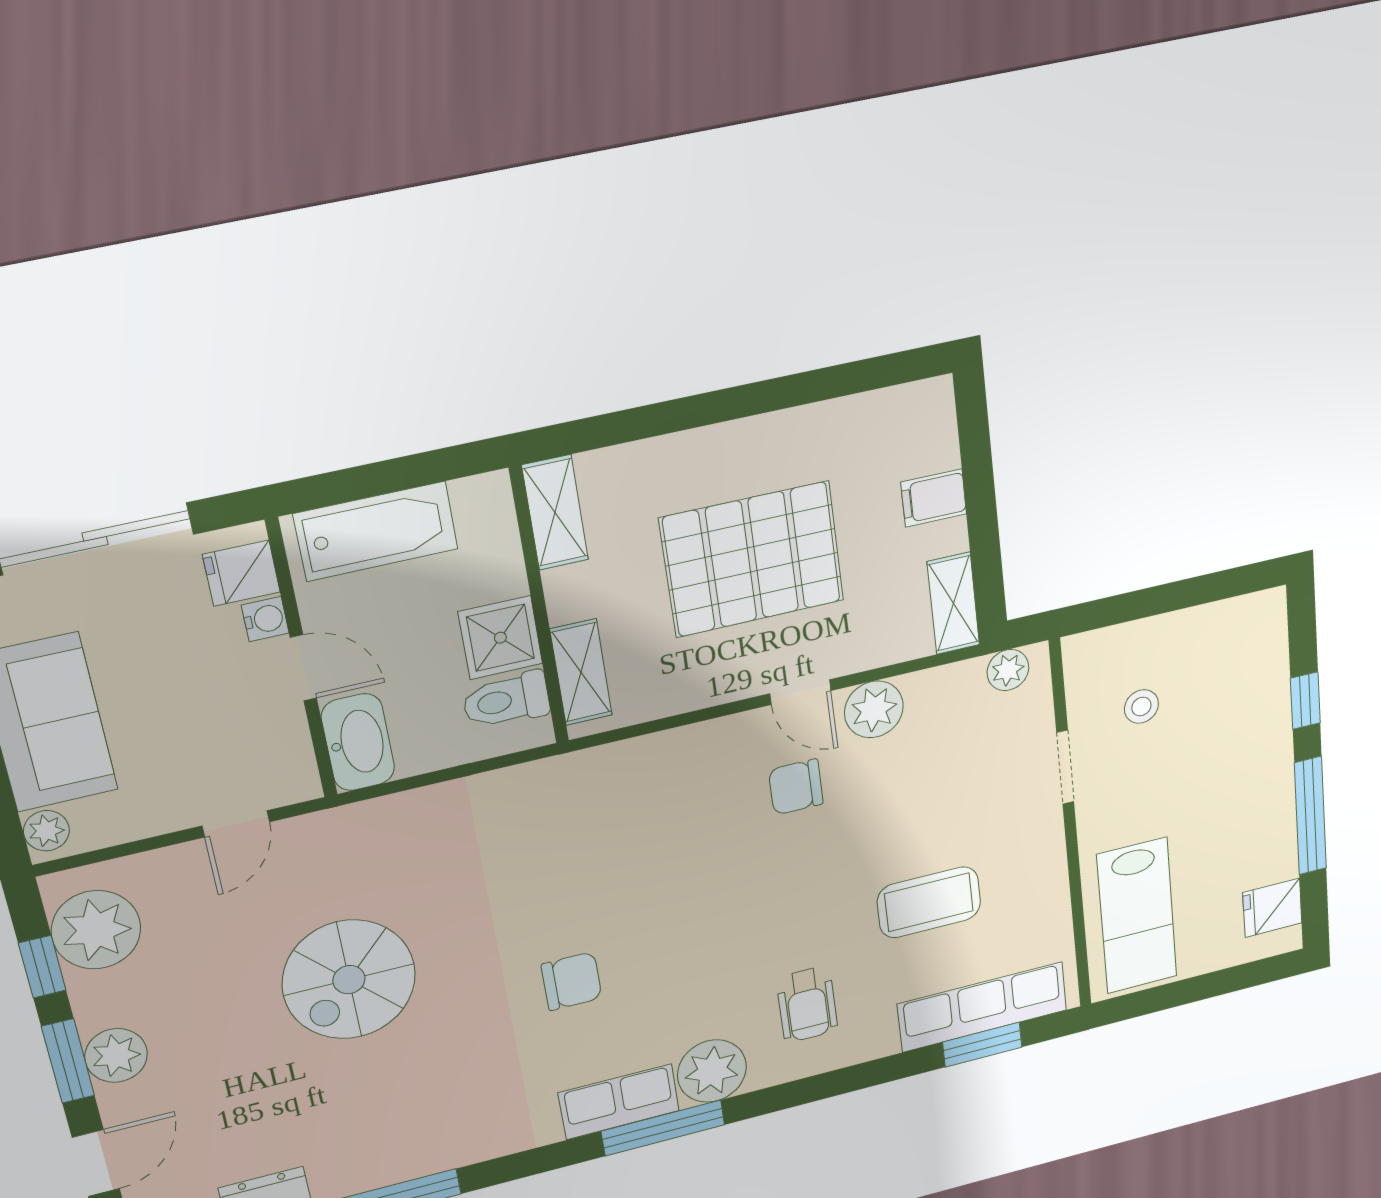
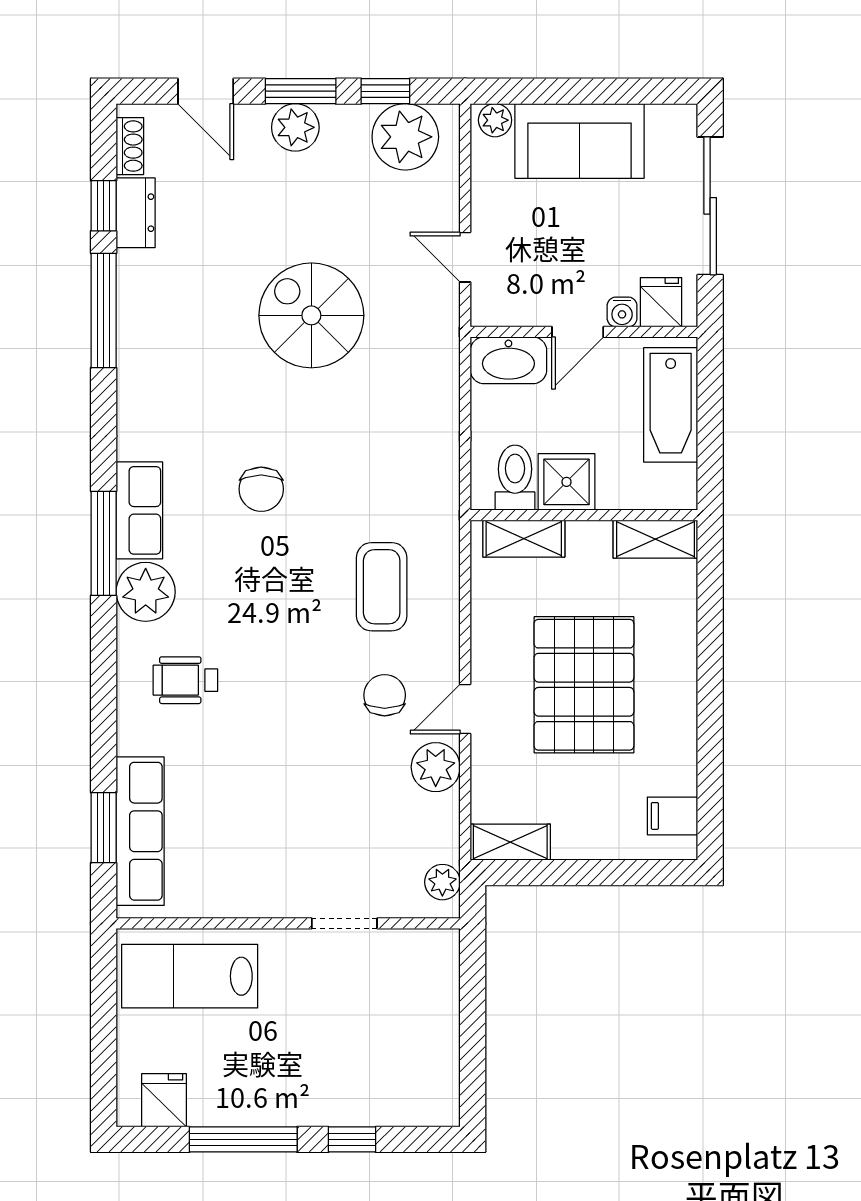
filing cabinet: (934, 498) -> (672, 816), moved, turned -90
stool: (1141, 706) -> (382, 994), removed
coffee table: (929, 902) -> (382, 587), moved

